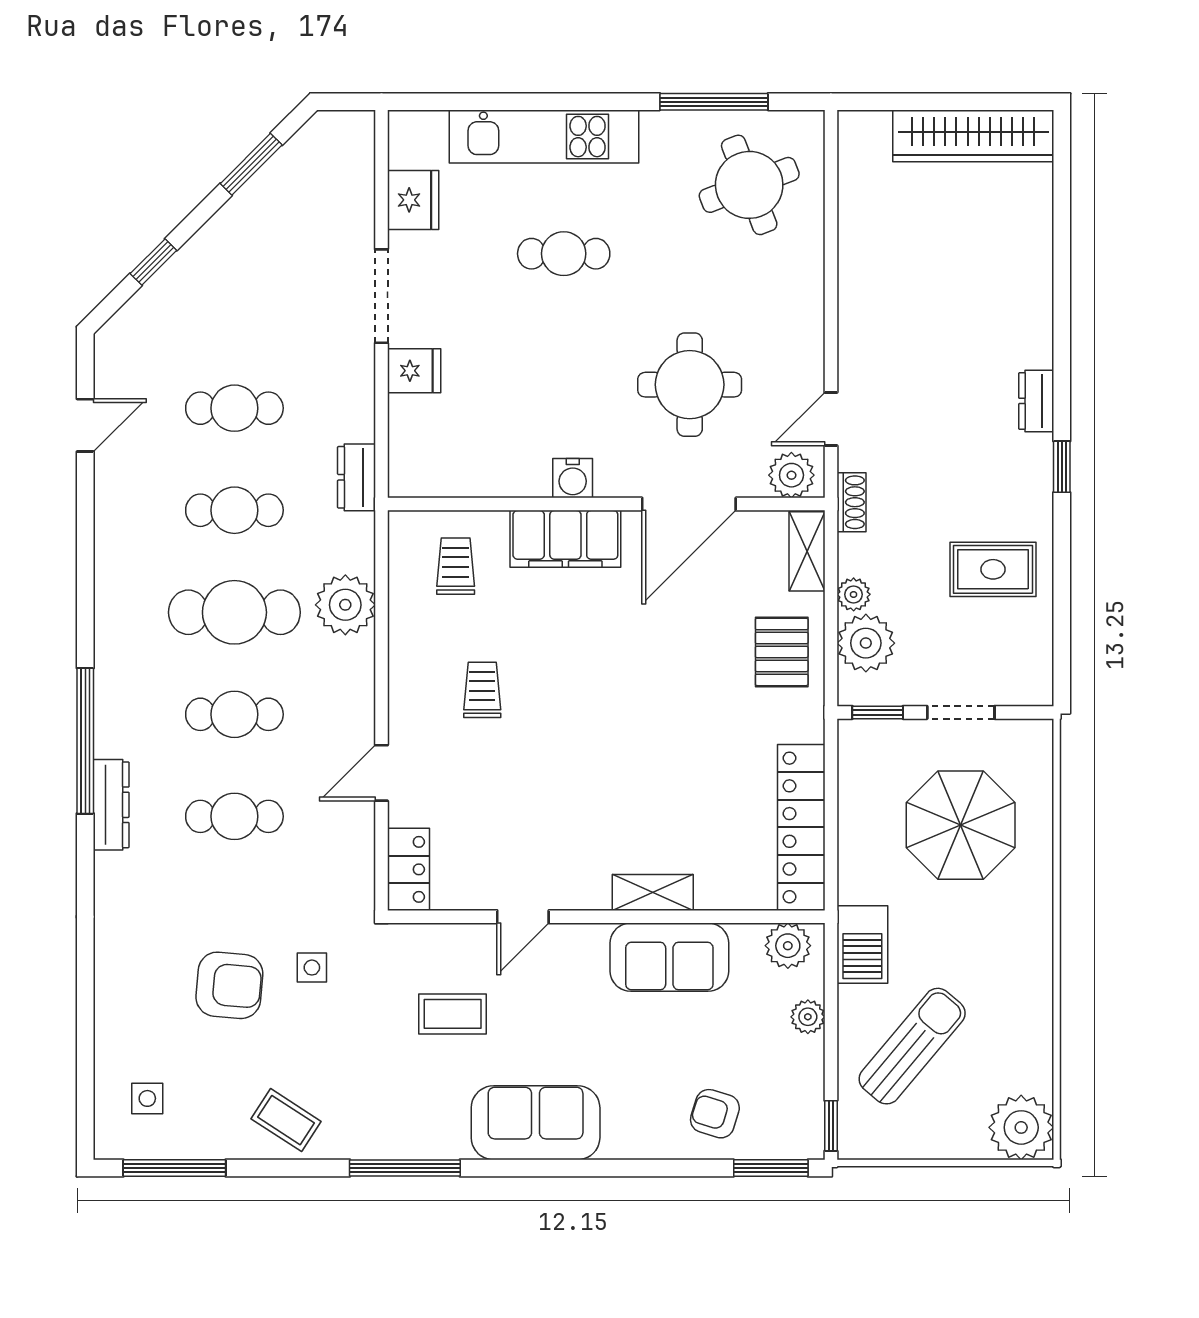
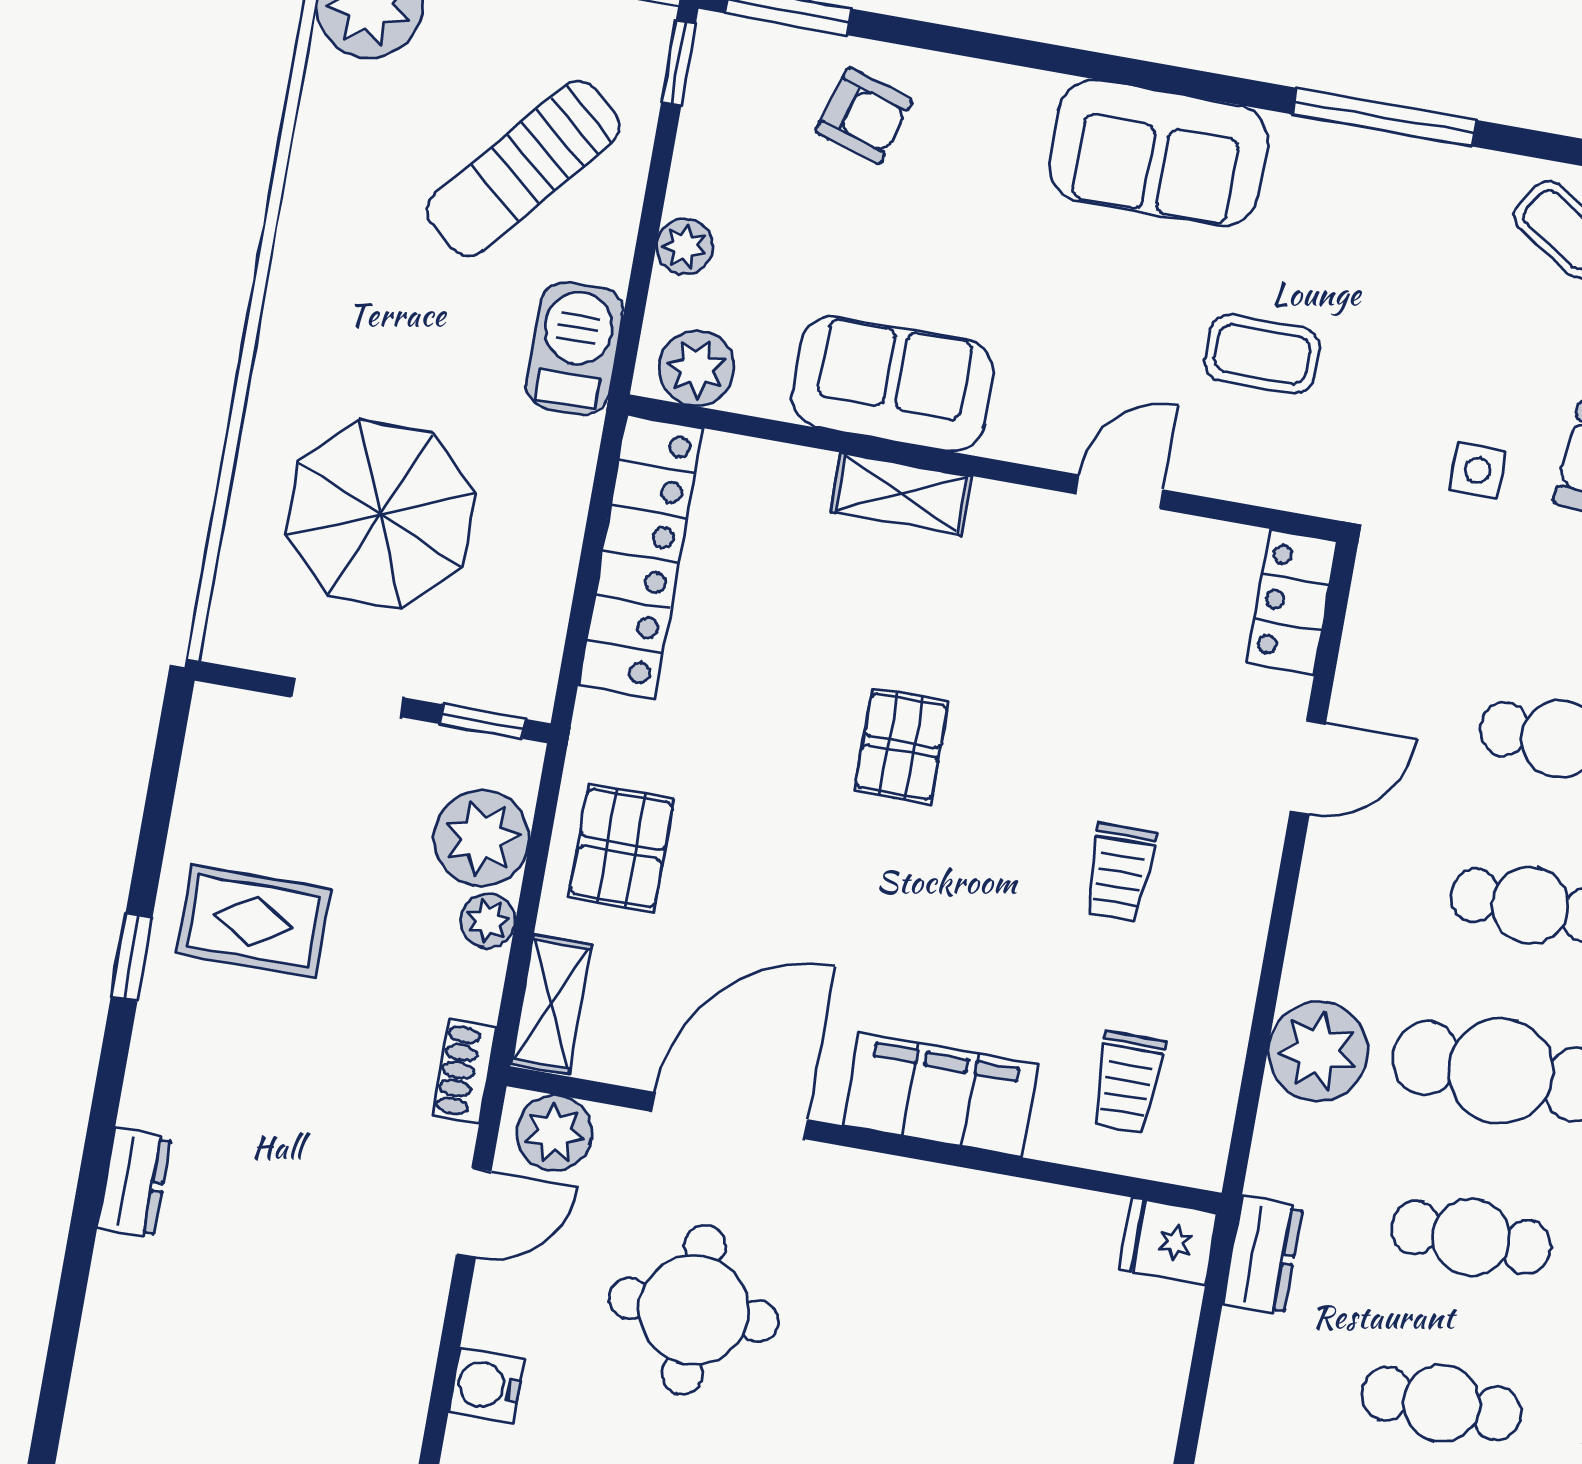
fridge: (414, 371) -> (1169, 1241), moved
window: (1062, 467) -> (132, 957), moved
water cooler: (573, 478) -> (486, 1386), moved, turned -90
pallet: (626, 742) -> (902, 746), added

